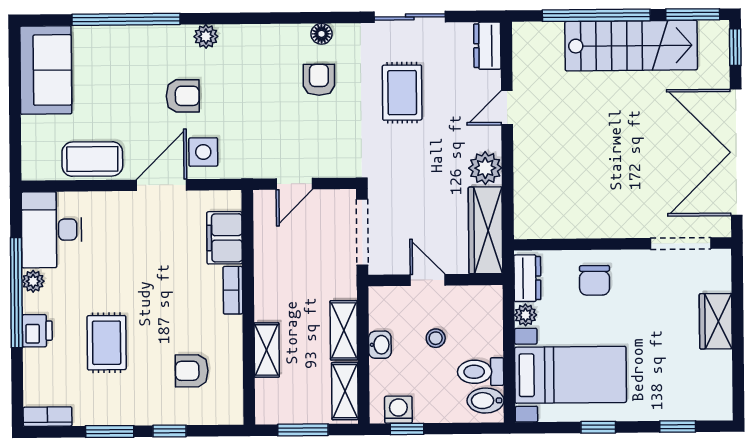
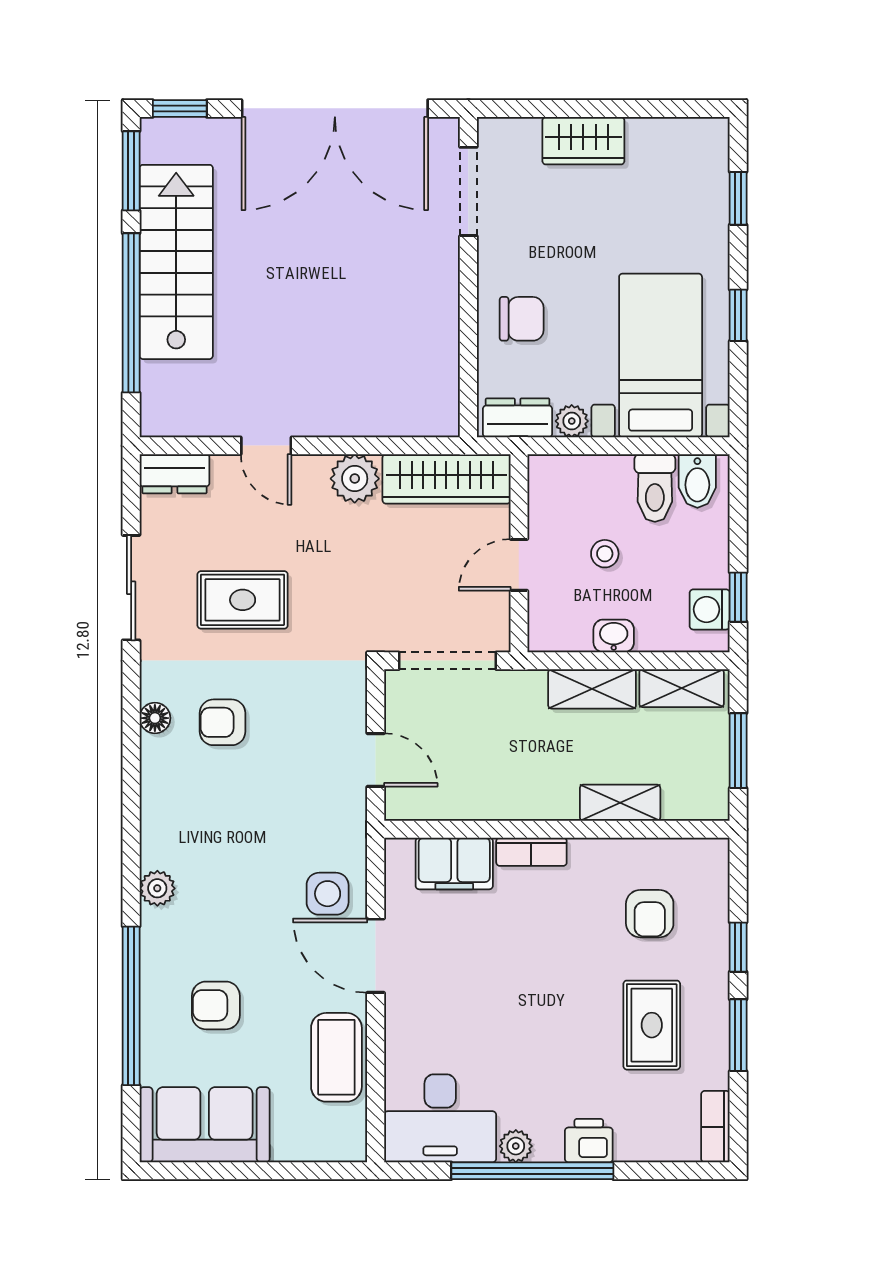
armchair: (183, 96) -> (216, 1005), moved, turned -90
rug: (107, 343) -> (652, 1025), moved, turned 90

